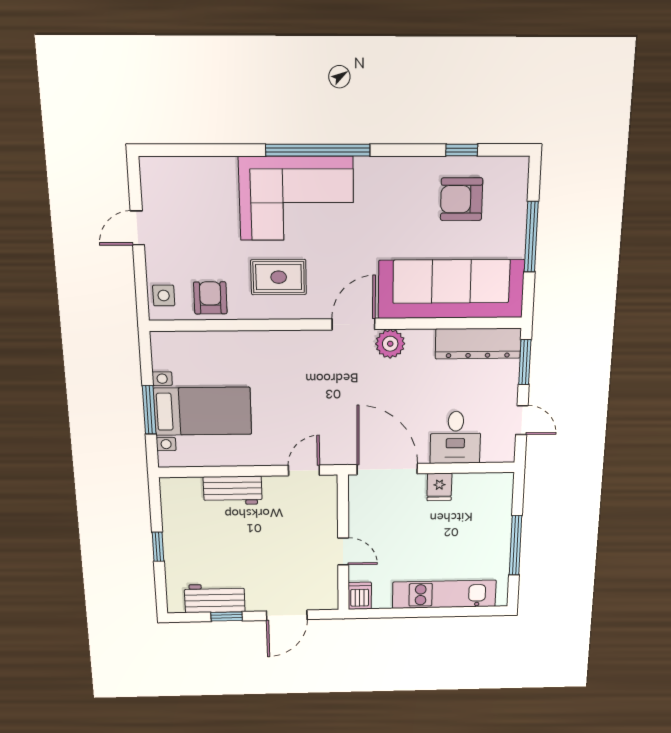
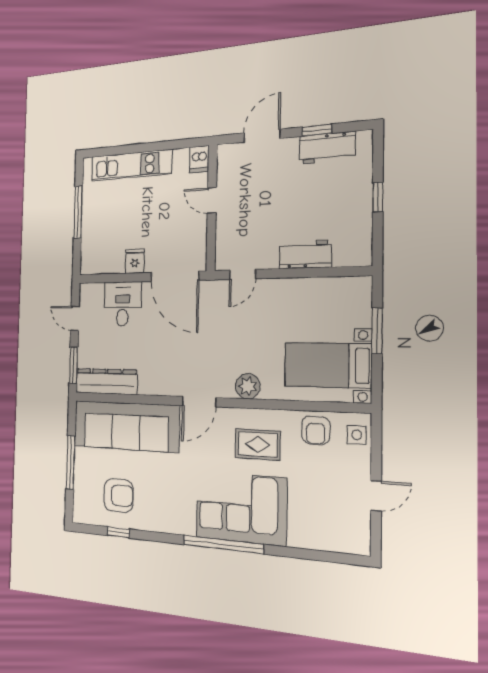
plant: (390, 344) -> (248, 386), moved
bed with nightstands: (203, 411) -> (328, 365), moved

